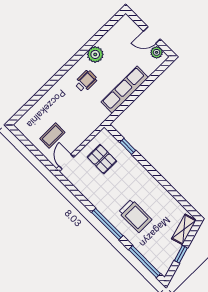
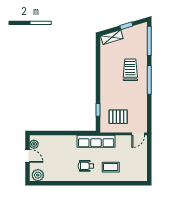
plant: (95, 54) -> (38, 175), moved
row of seats: (125, 90) -> (96, 141), moved
coffee table: (52, 136) -> (111, 167), moved
pallet: (102, 159) -> (118, 117), turned 90

